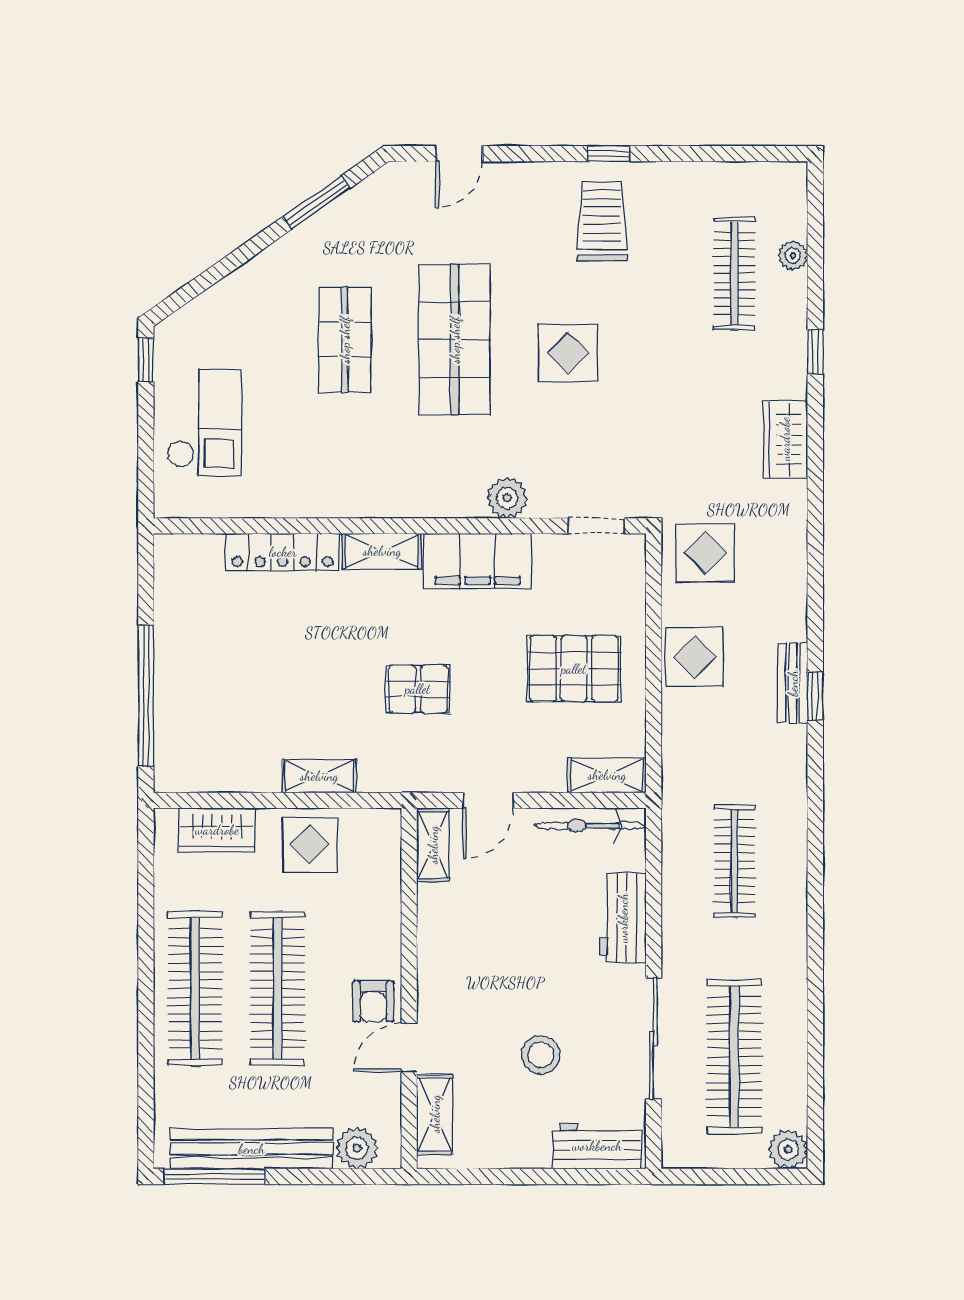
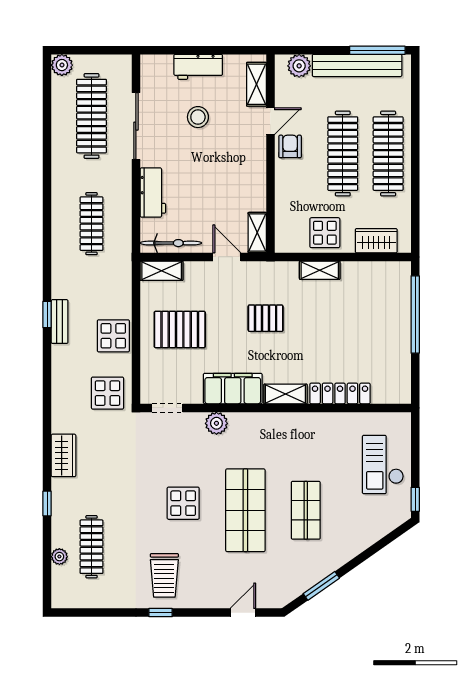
door: (488, 800) -> (227, 257), hinge flipped
workbench: (597, 1146) -> (198, 67), moved

